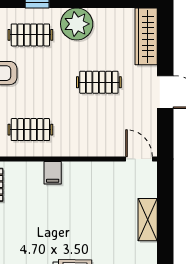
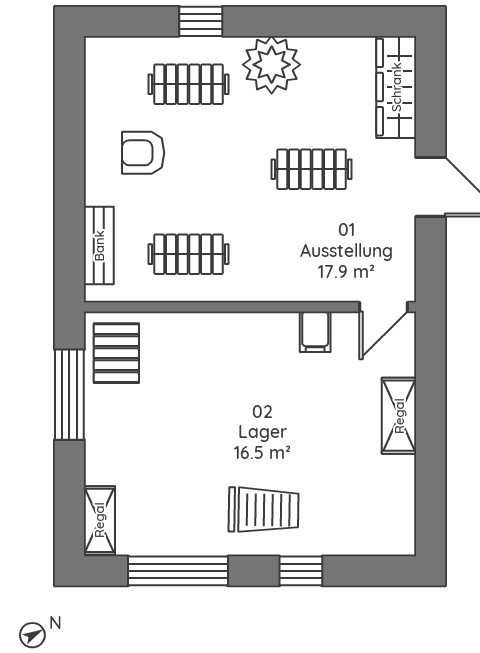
door: (139, 159) -> (383, 307), swing flipped
filing cabinet: (53, 173) -> (315, 332), moved

